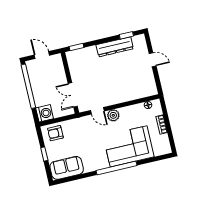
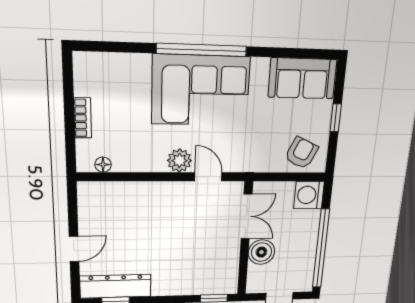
dresser: (115, 47) -> (116, 286), moved
door: (153, 60) -> (74, 249), swing flipped
boiler: (59, 78) -> (261, 252), added
armchair: (55, 133) -> (301, 153), turned -65
corner sofa: (129, 146) -> (201, 90), moved

